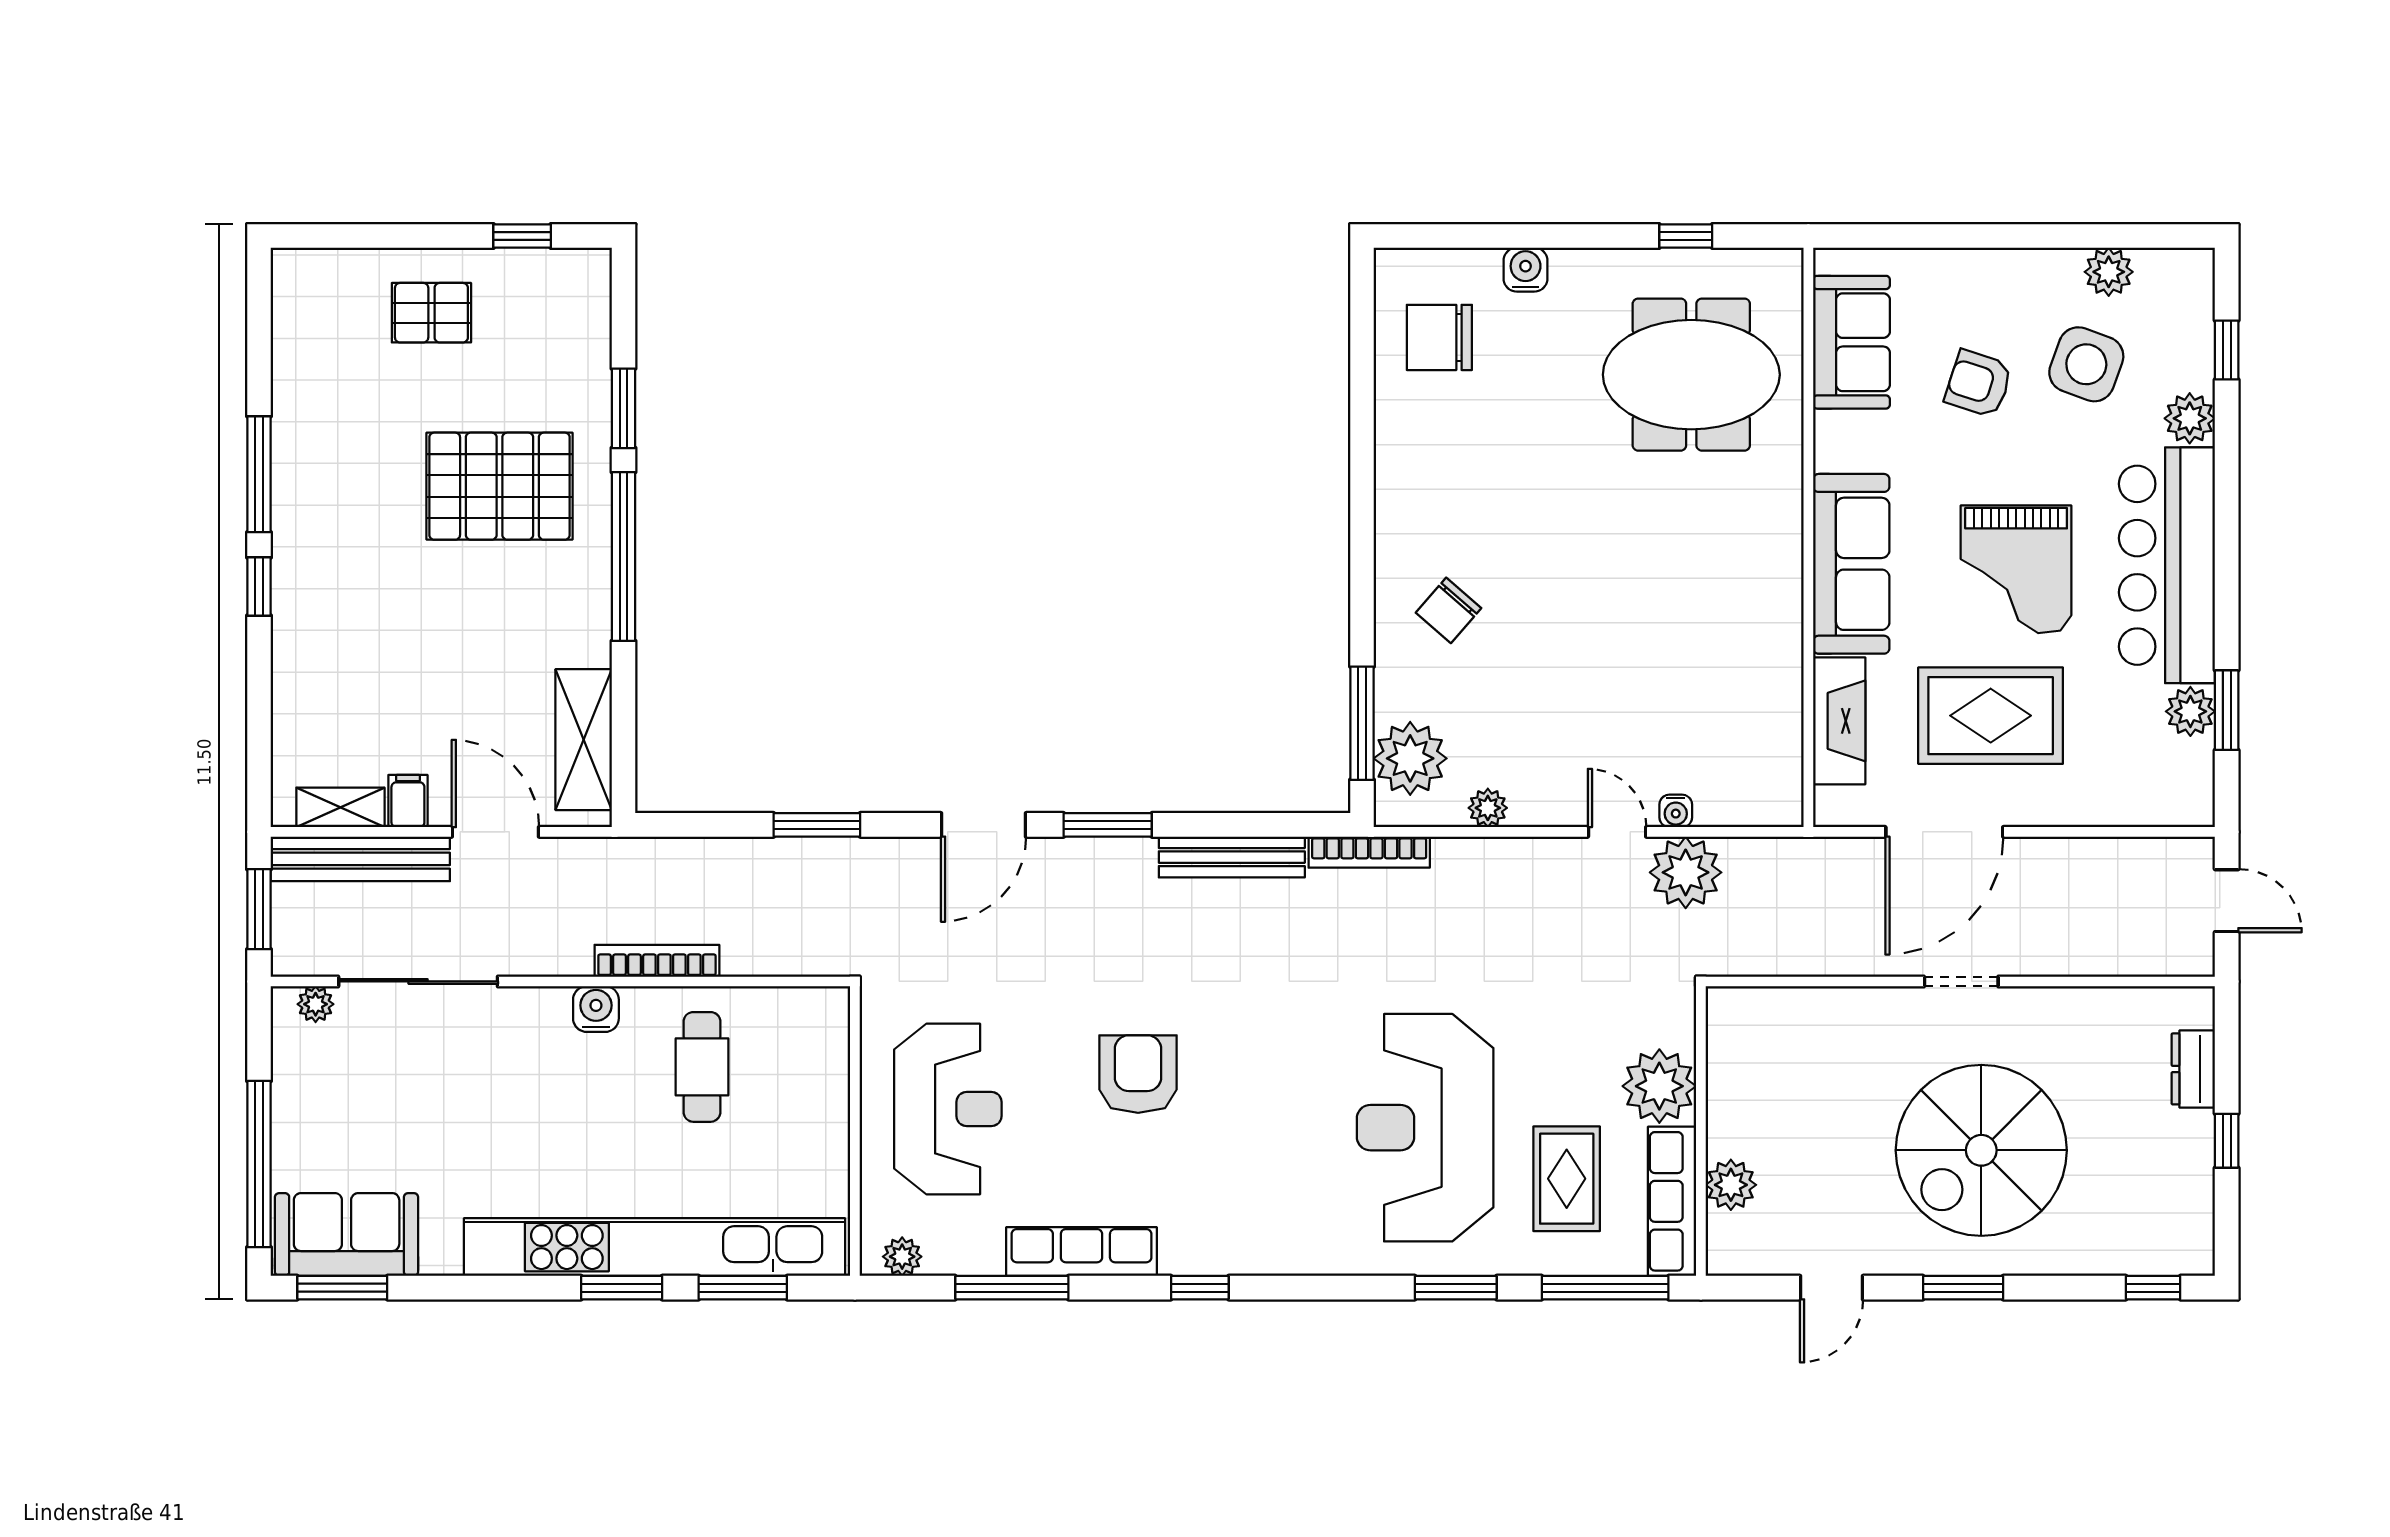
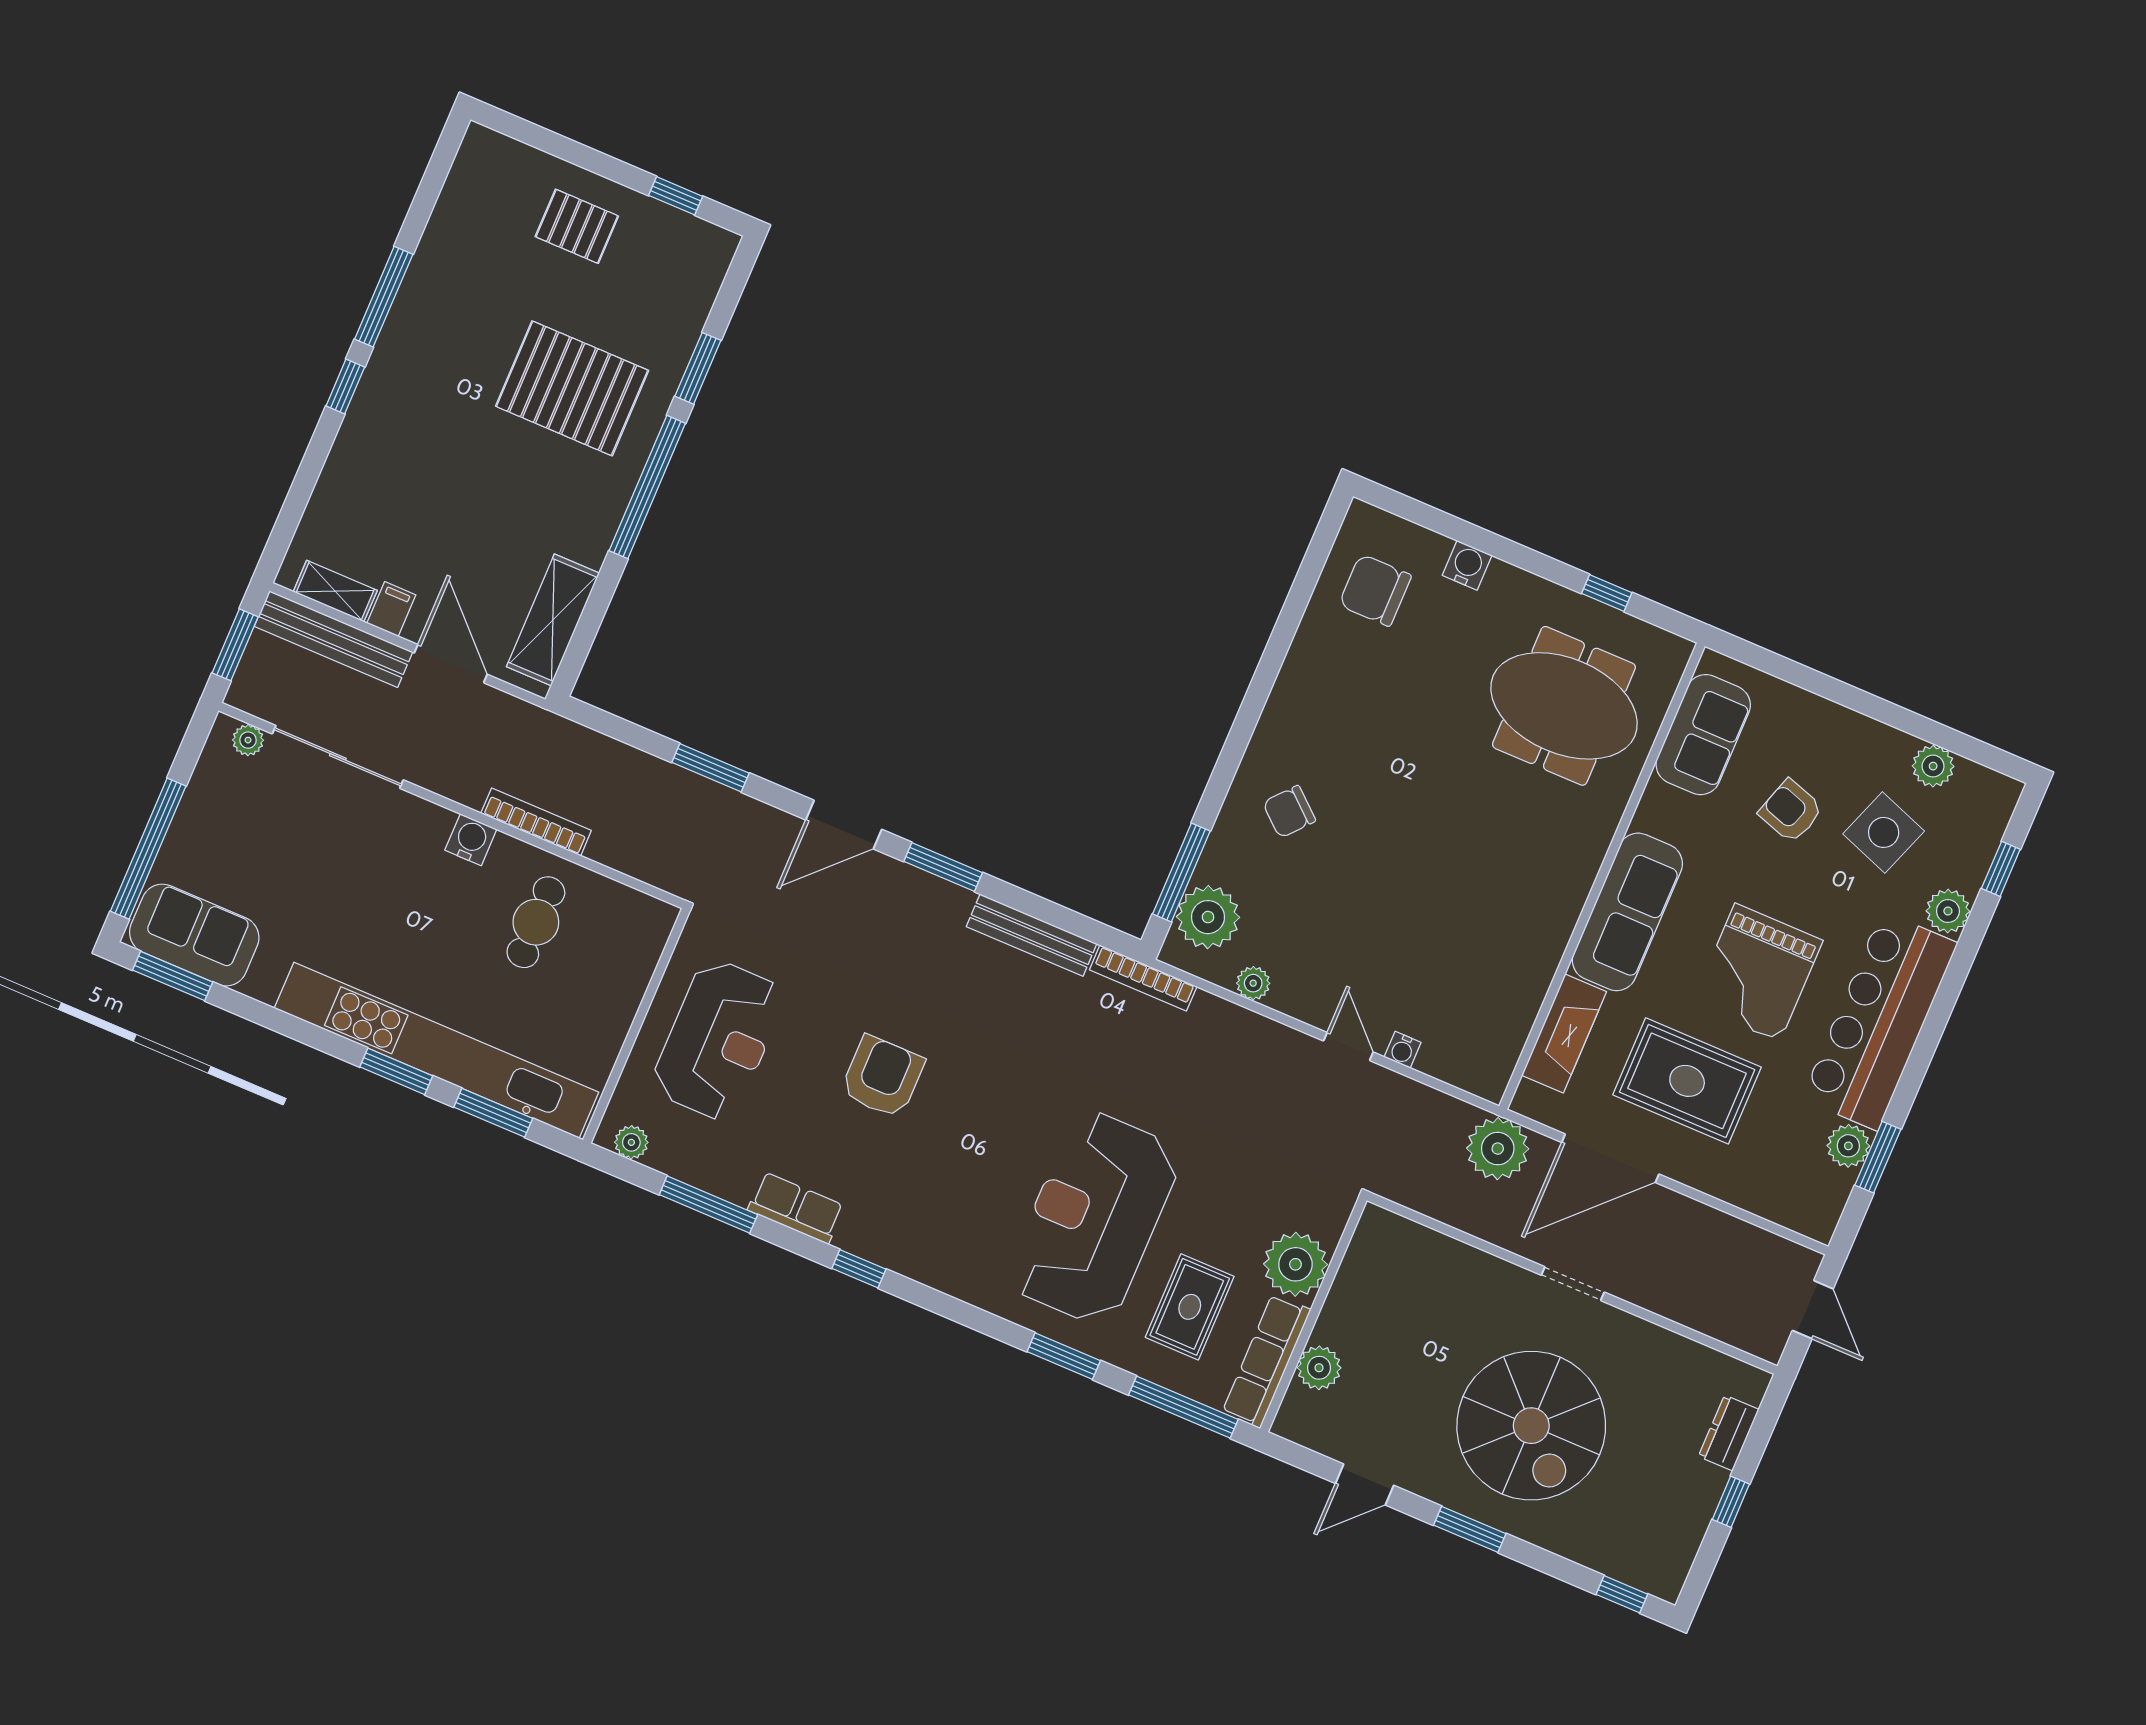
plant: (1686, 872) -> (1498, 1149), moved
spiral stairs: (1981, 1150) -> (1531, 1426), turned -90
row of seats: (1081, 1252) -> (796, 1208), width x0.68

